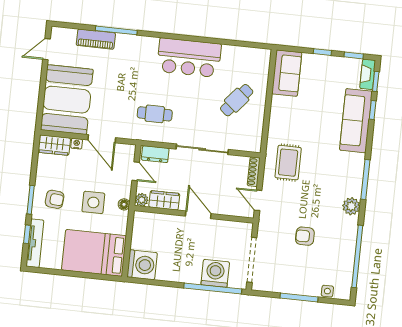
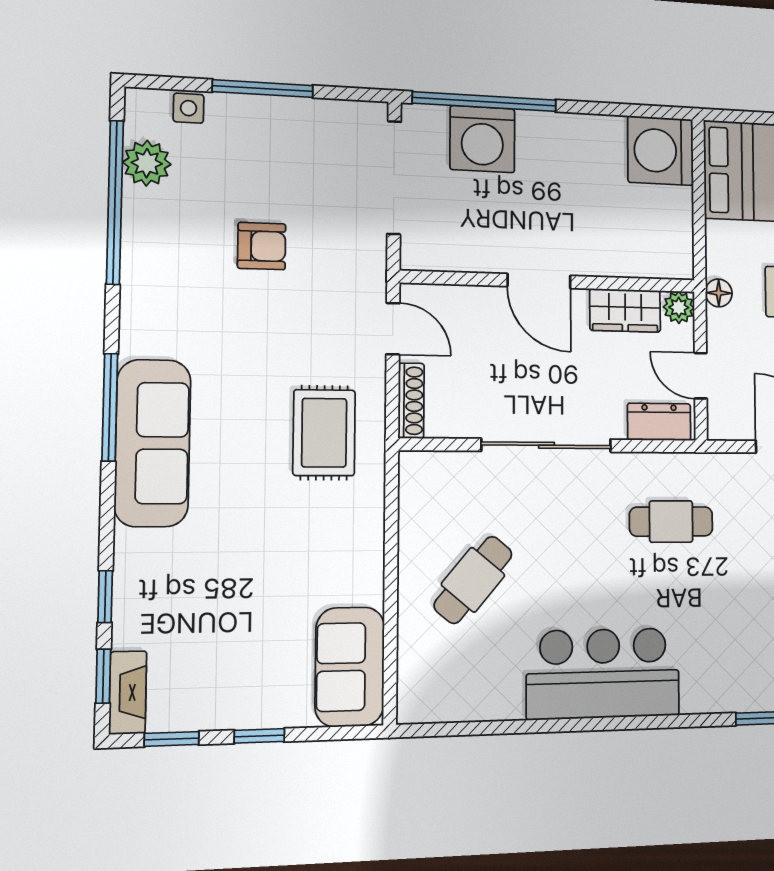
sofa: (356, 121) -> (153, 443), moved
plant: (351, 206) -> (147, 163), moved

